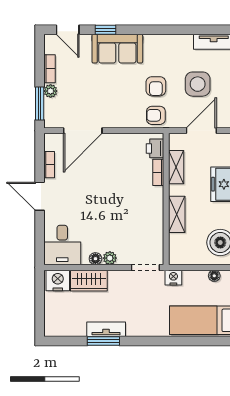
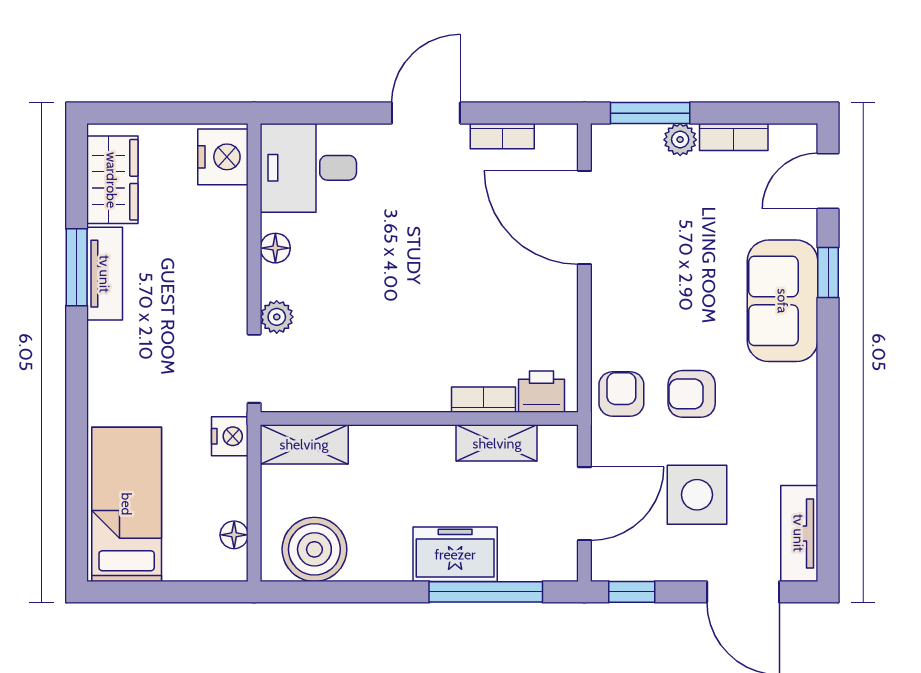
door: (201, 131) -> (584, 504), hinge flipped
shelving: (177, 214) -> (304, 444), moved
plant: (110, 258) -> (277, 317), moved
wardrobe: (89, 281) -> (112, 180), moved, turned 180

